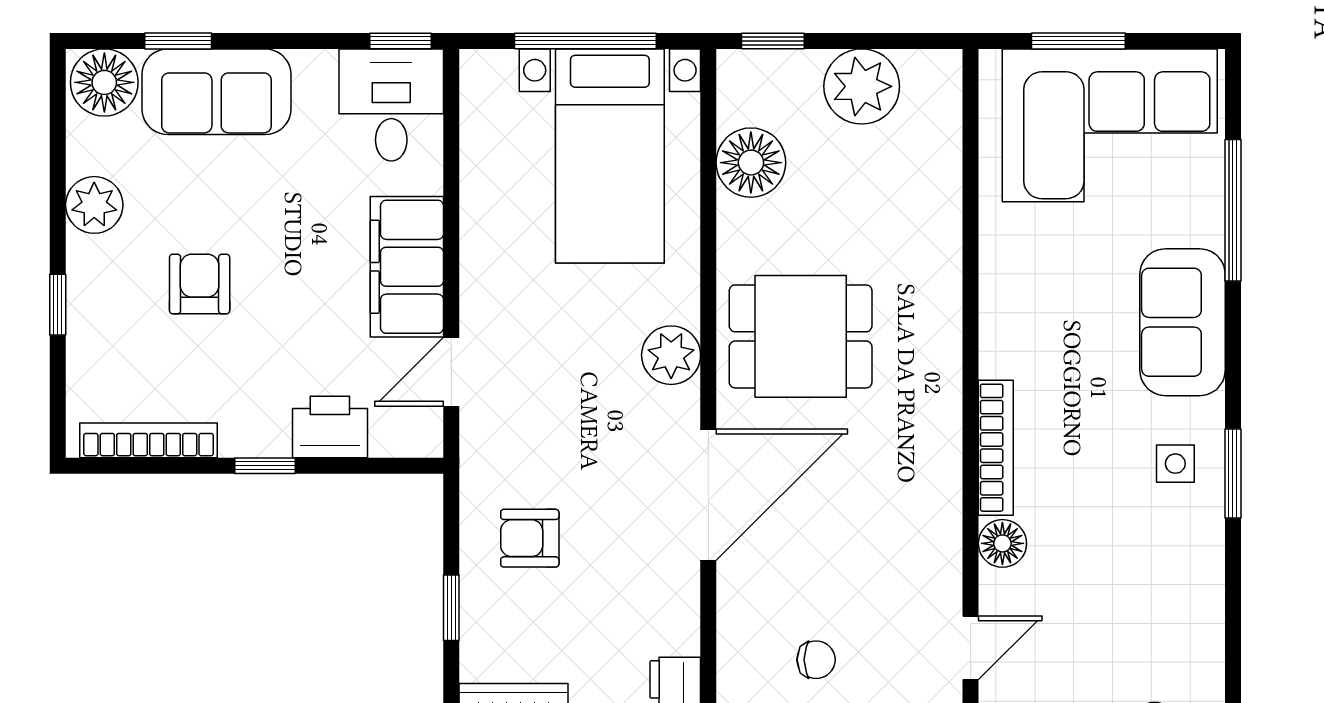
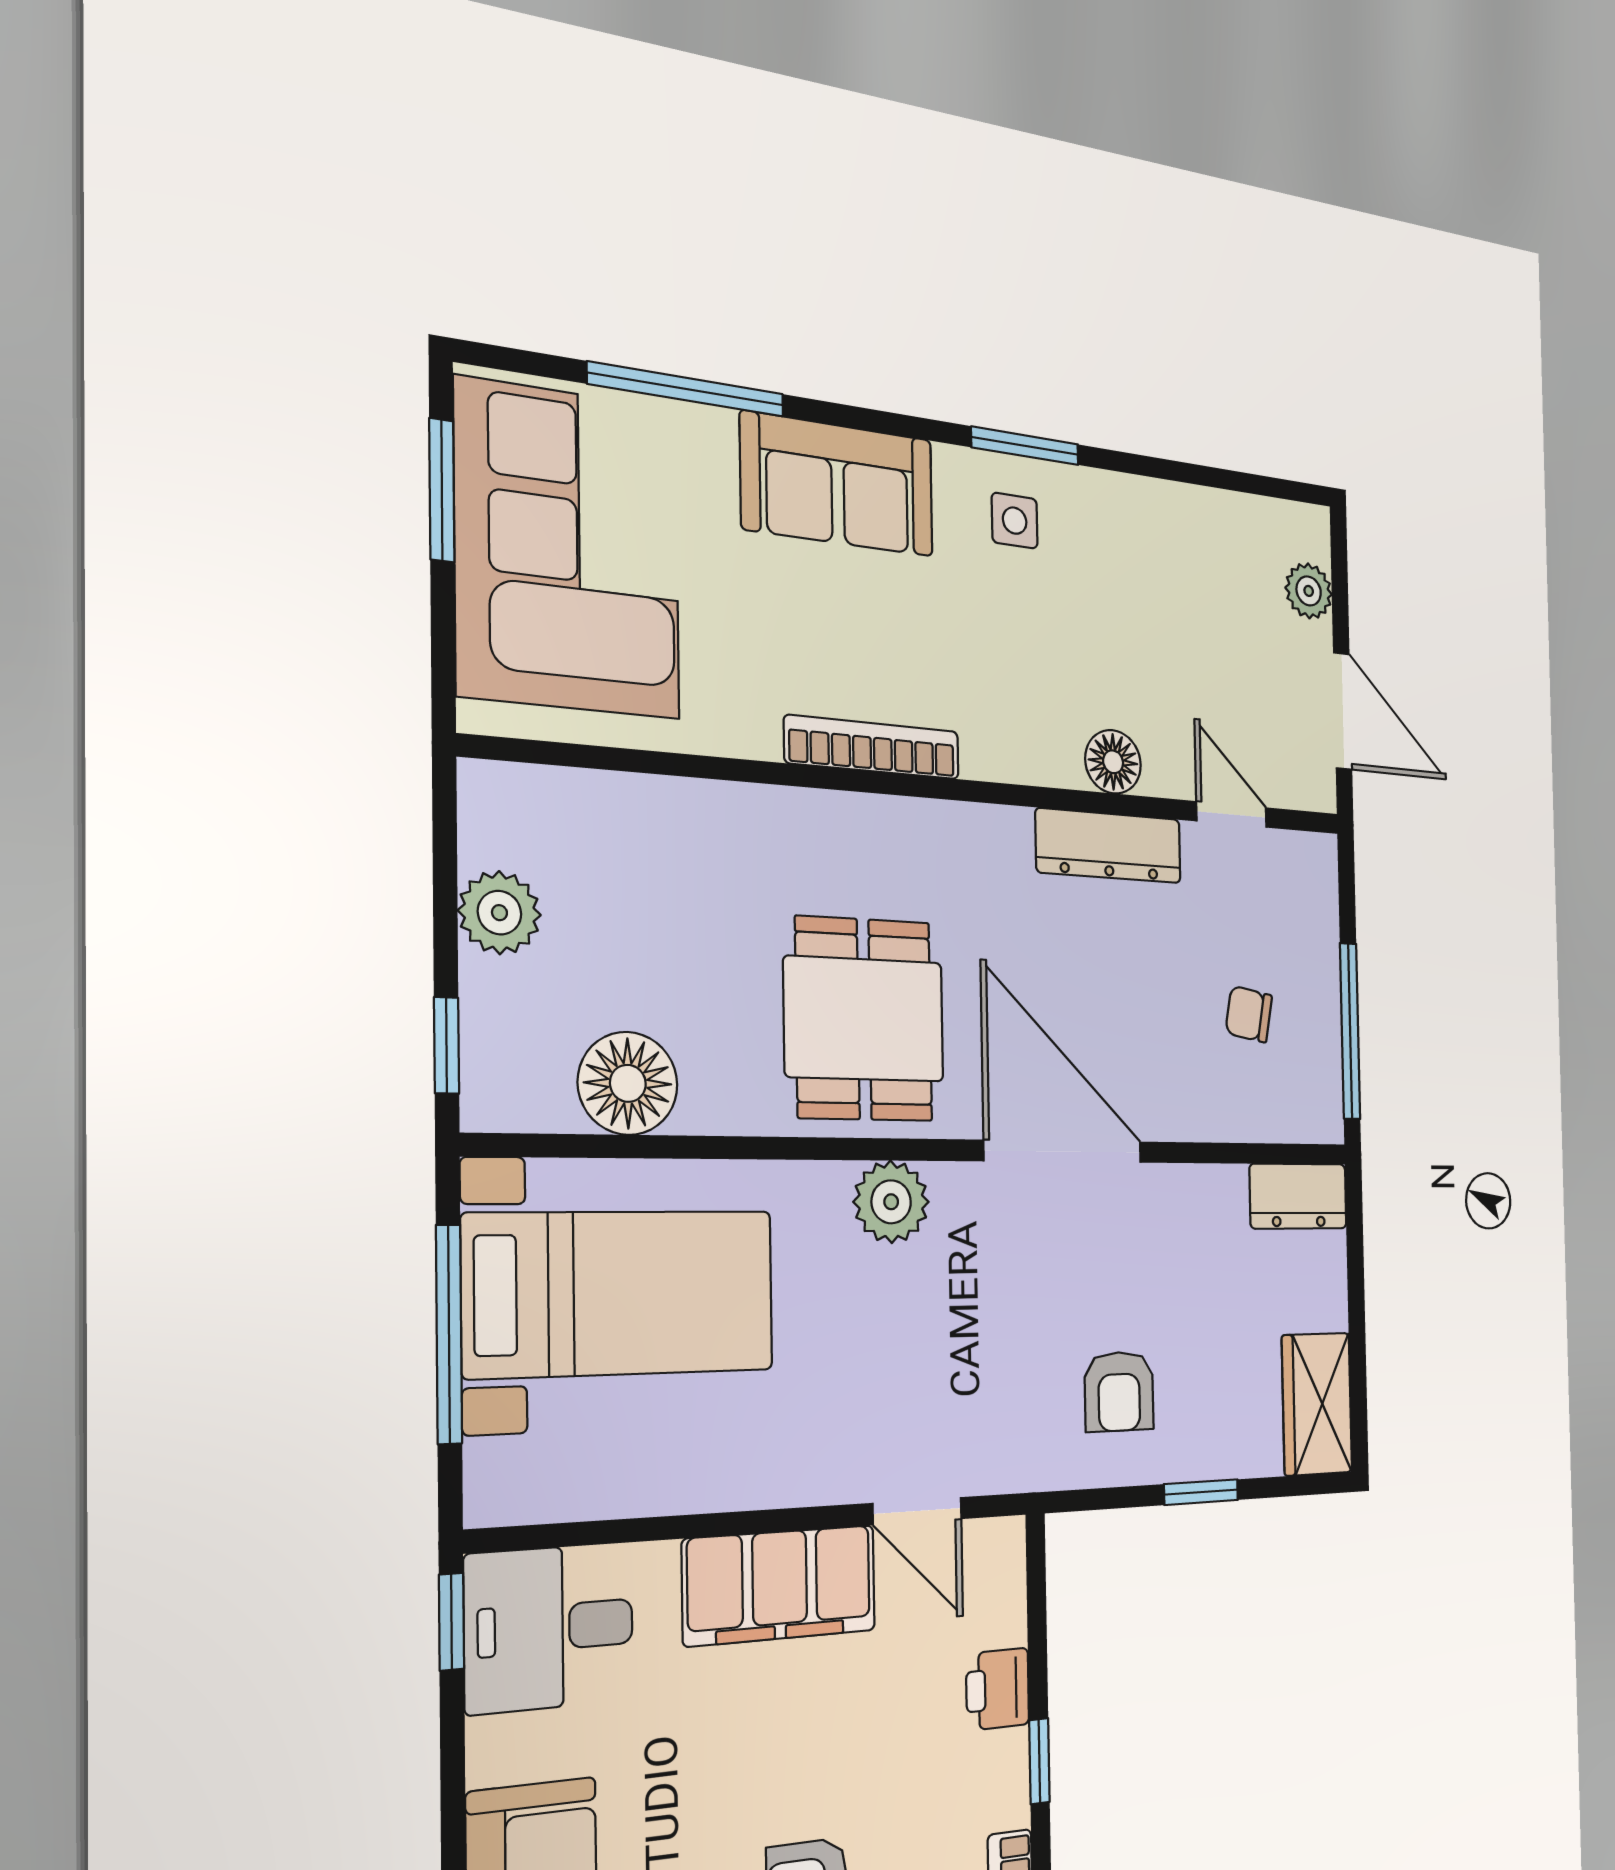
window: (1078, 41) -> (442, 490), moved
plant: (862, 86) -> (499, 913), width x0.73, depth x0.73
printer: (330, 427) -> (998, 1689), width x0.73, depth x0.81
bookcase: (996, 448) -> (872, 747), moved
dresser: (938, 538) -> (1109, 846), added
chair: (816, 660) -> (1249, 1014), turned -80

